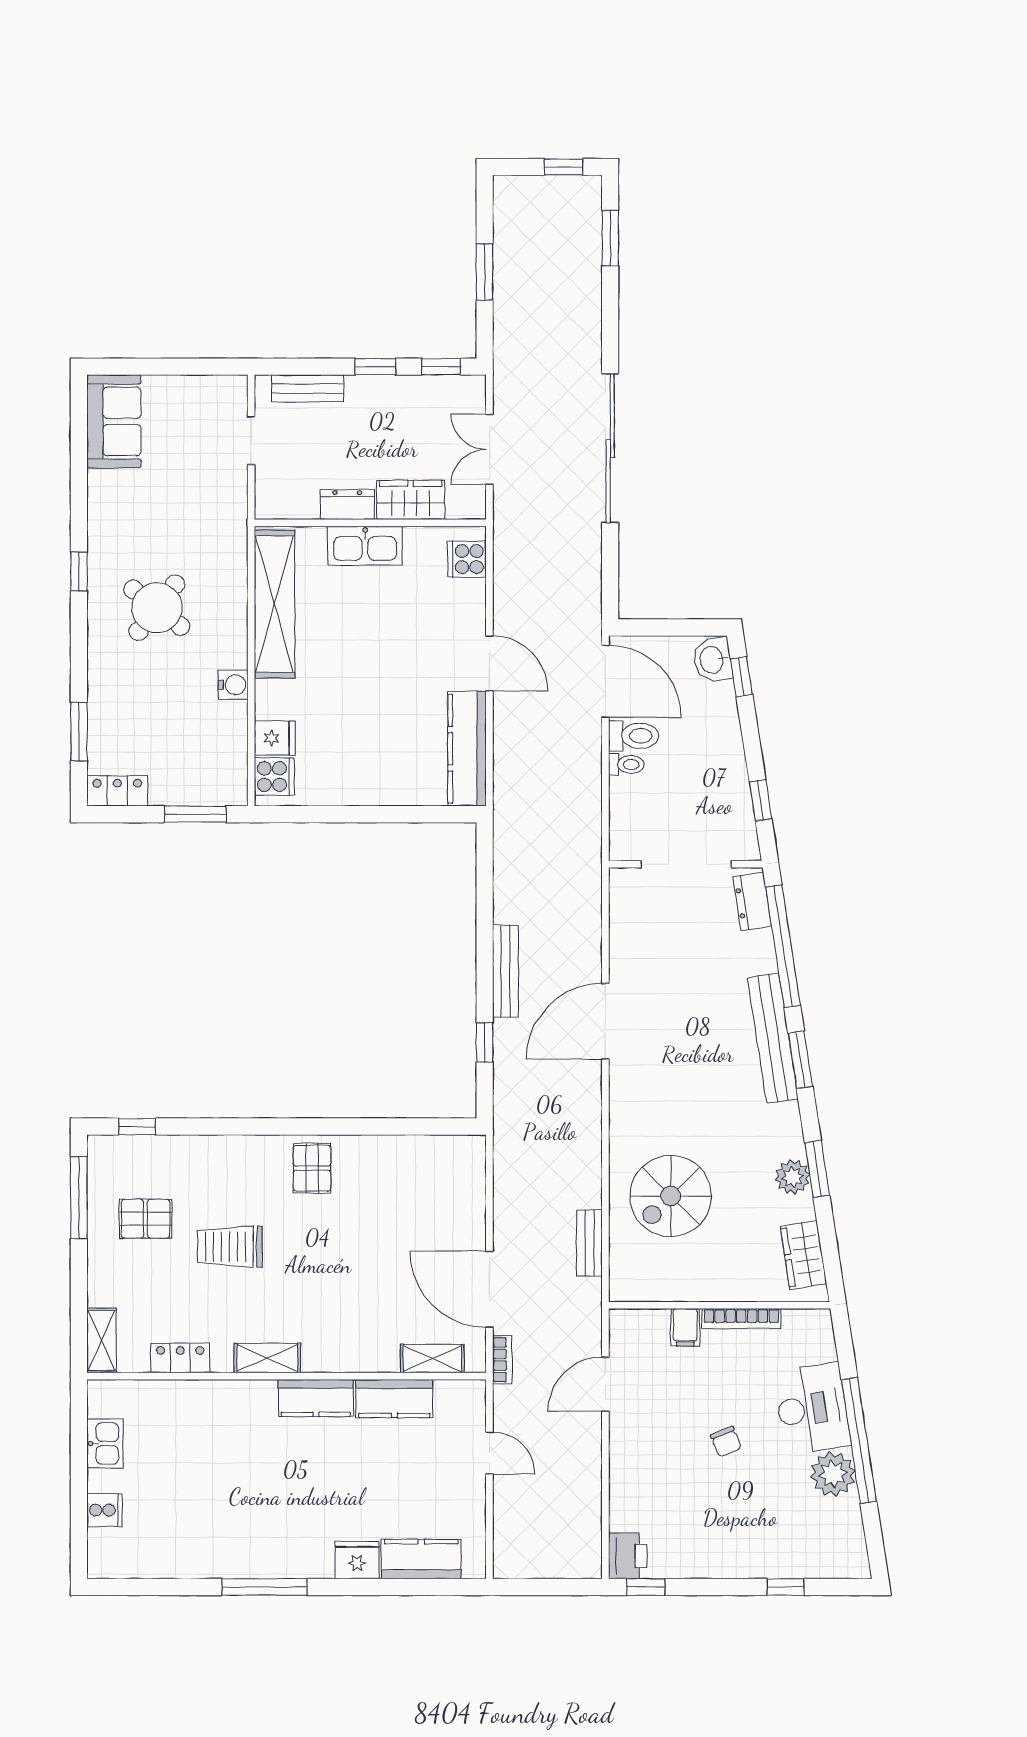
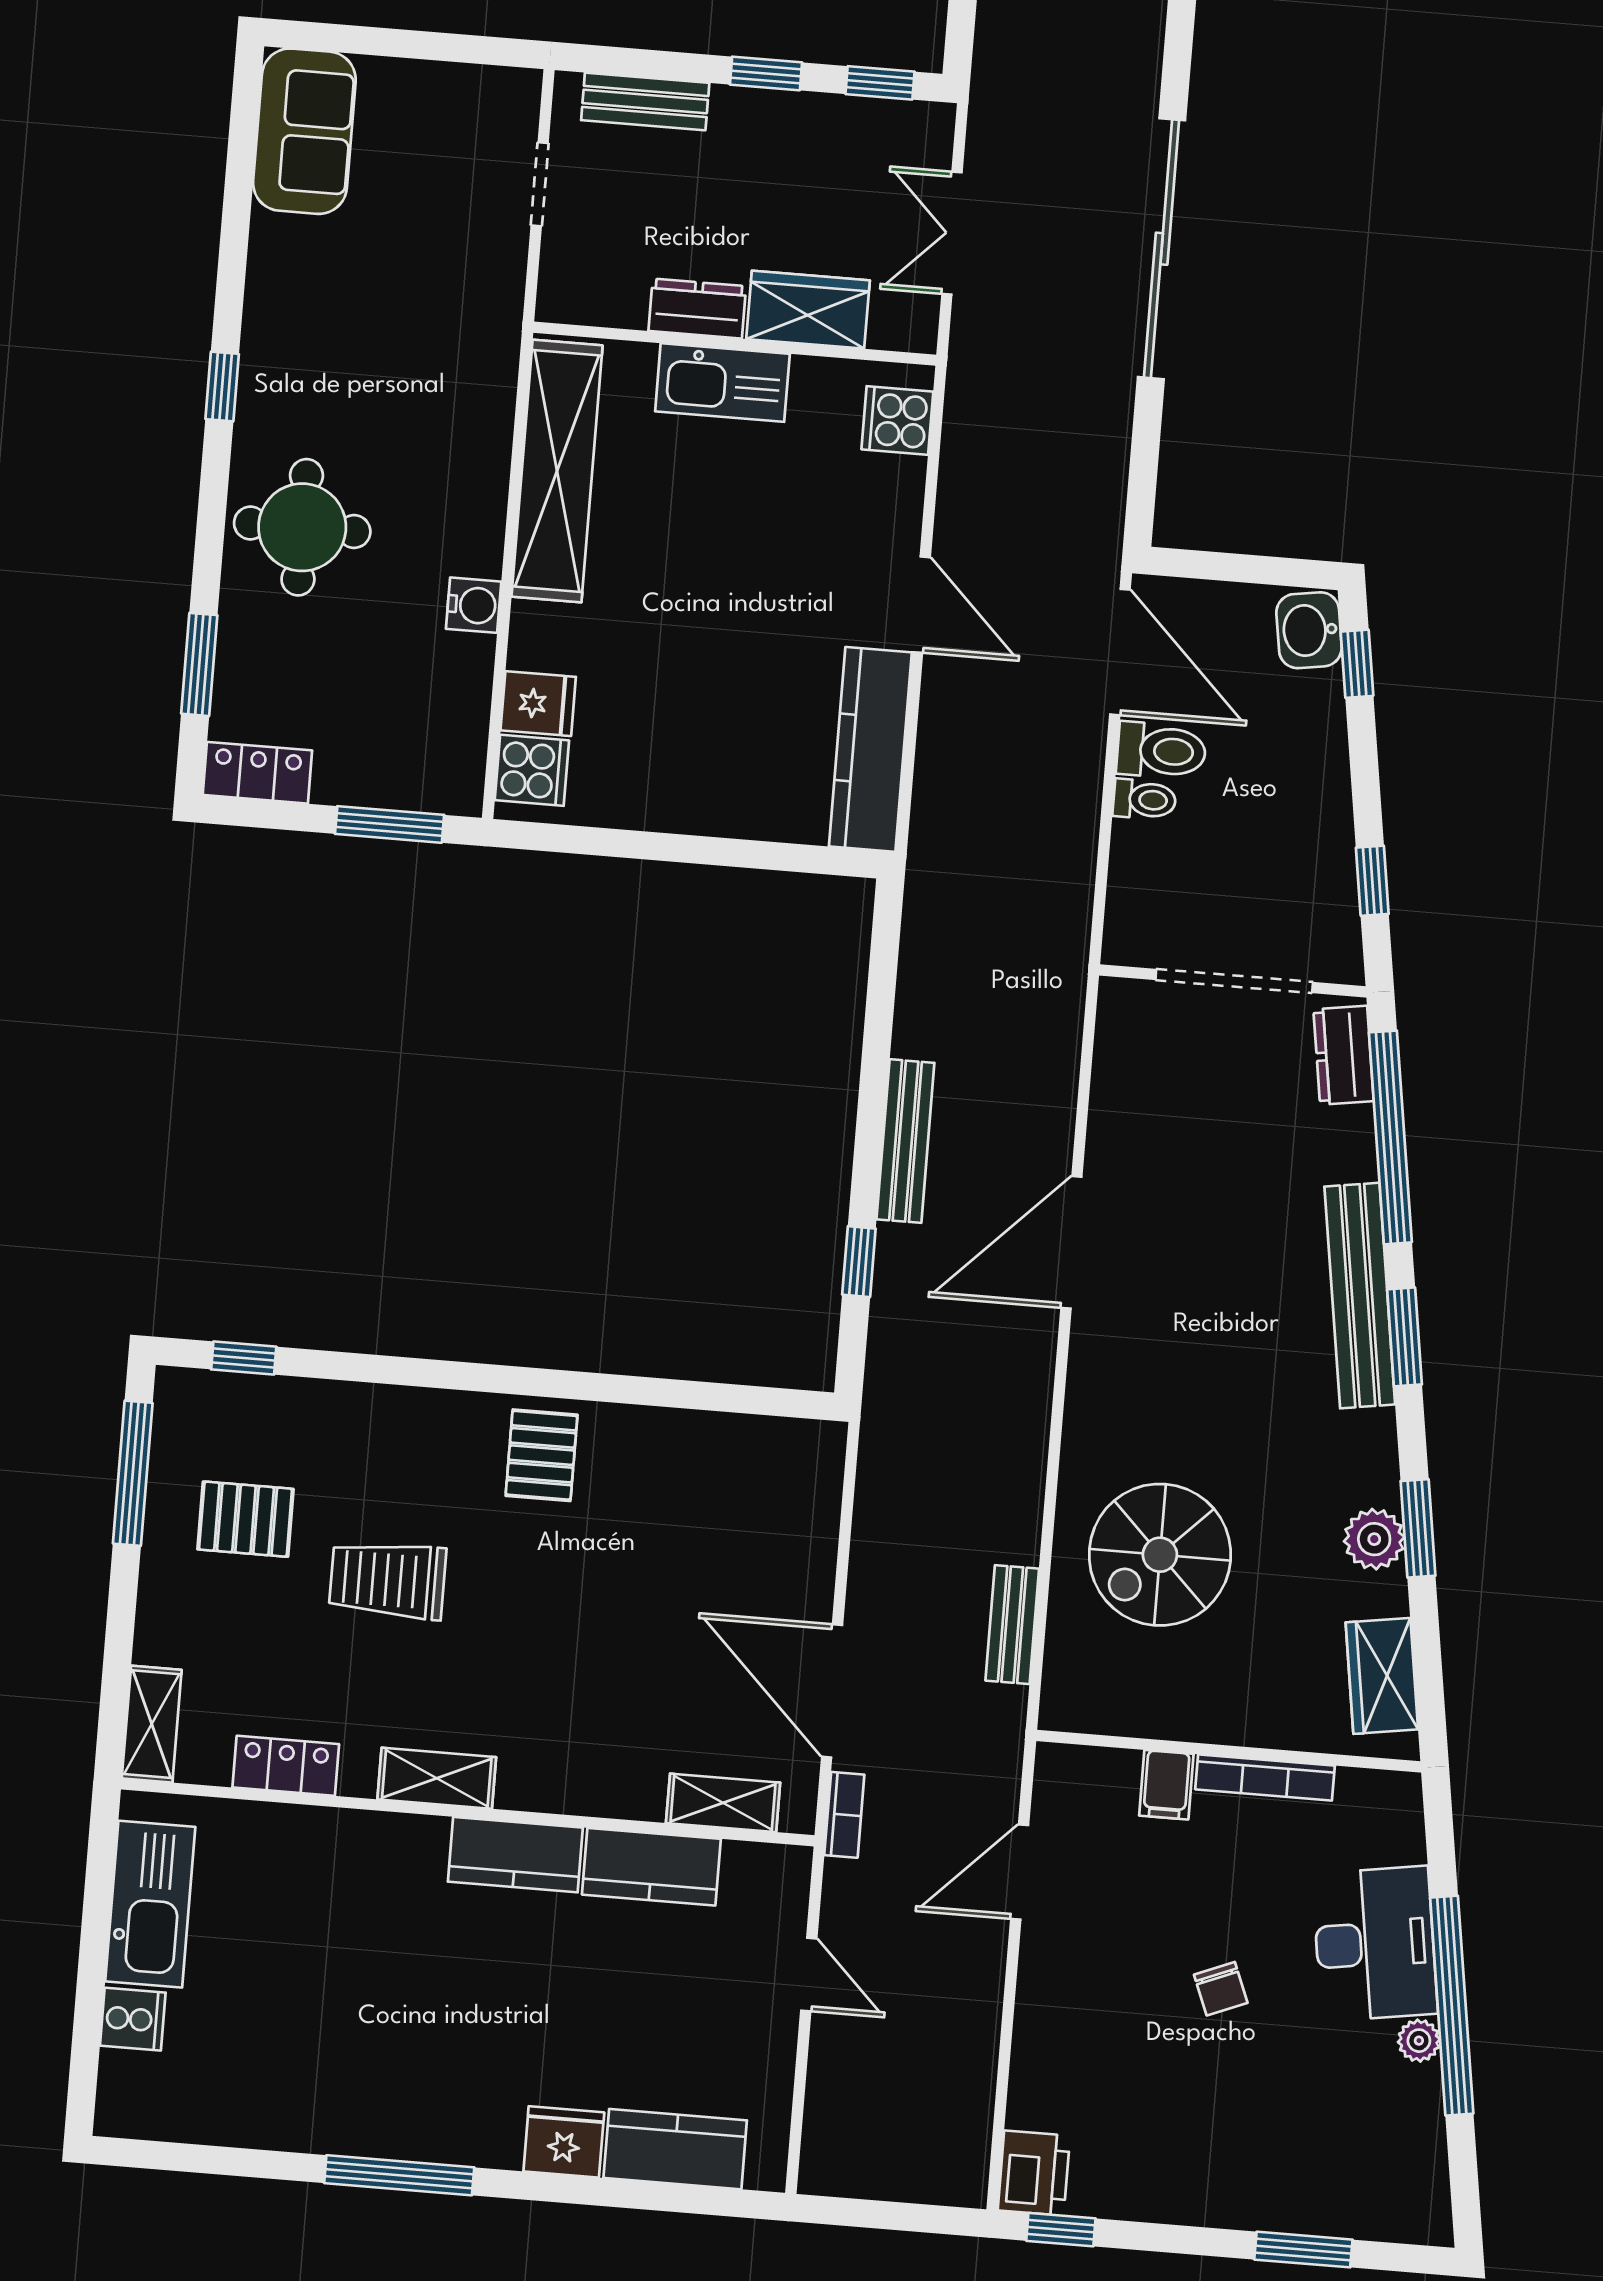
round table: (157, 608) -> (302, 527), moved, turned -38
kitchen sink: (105, 1444) -> (150, 1904), width x1.88, depth x1.24
plant: (833, 1474) -> (1419, 2041), width x0.53, depth x0.53
window: (786, 1587) -> (1303, 2250), width x1.50

